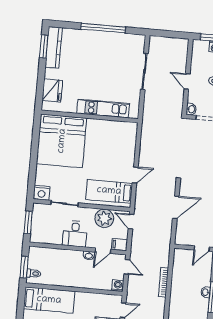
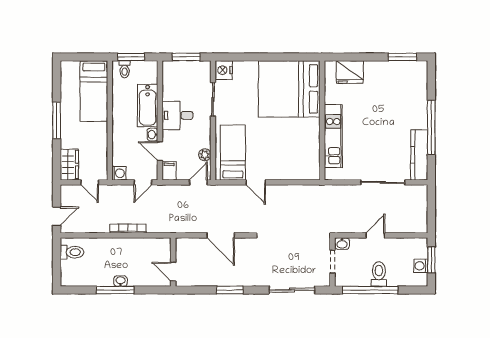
kitchen counter: (54, 47) -> (419, 155), moved, turned 90
plant: (104, 218) -> (205, 155), width x0.53, depth x0.53
bathtub: (65, 257) -> (148, 105), added

